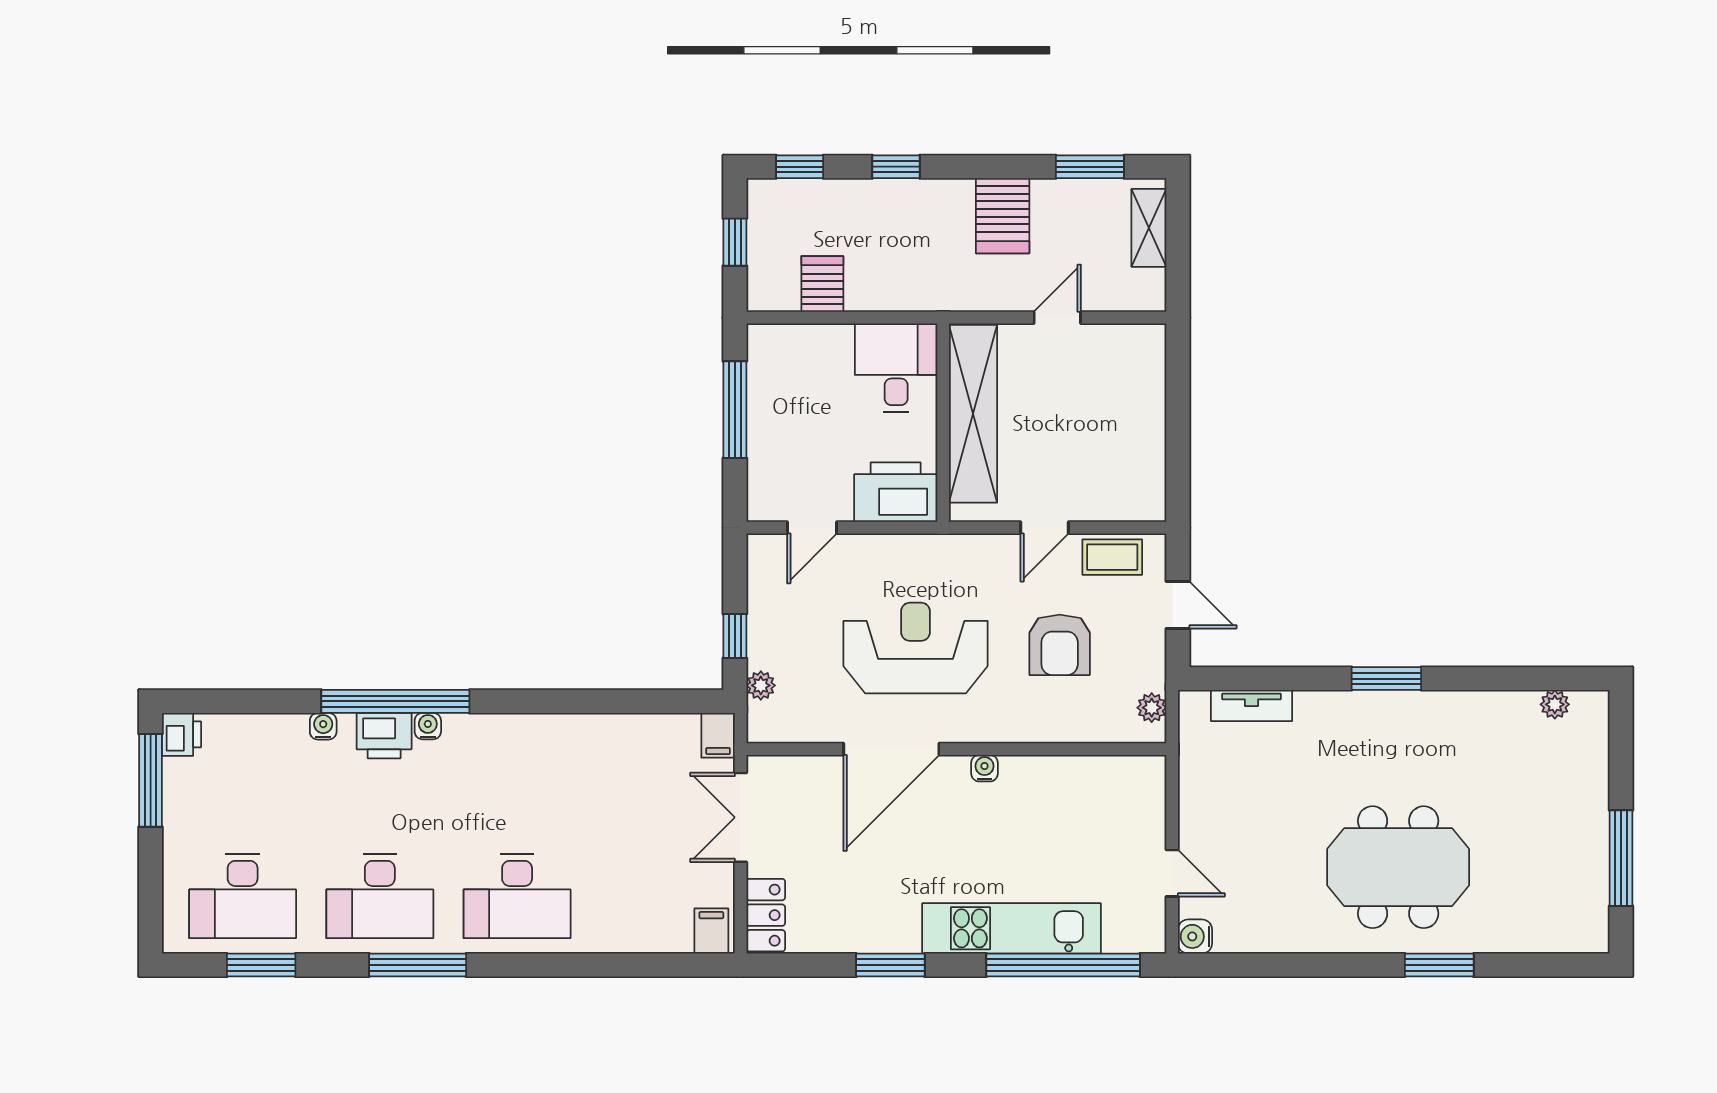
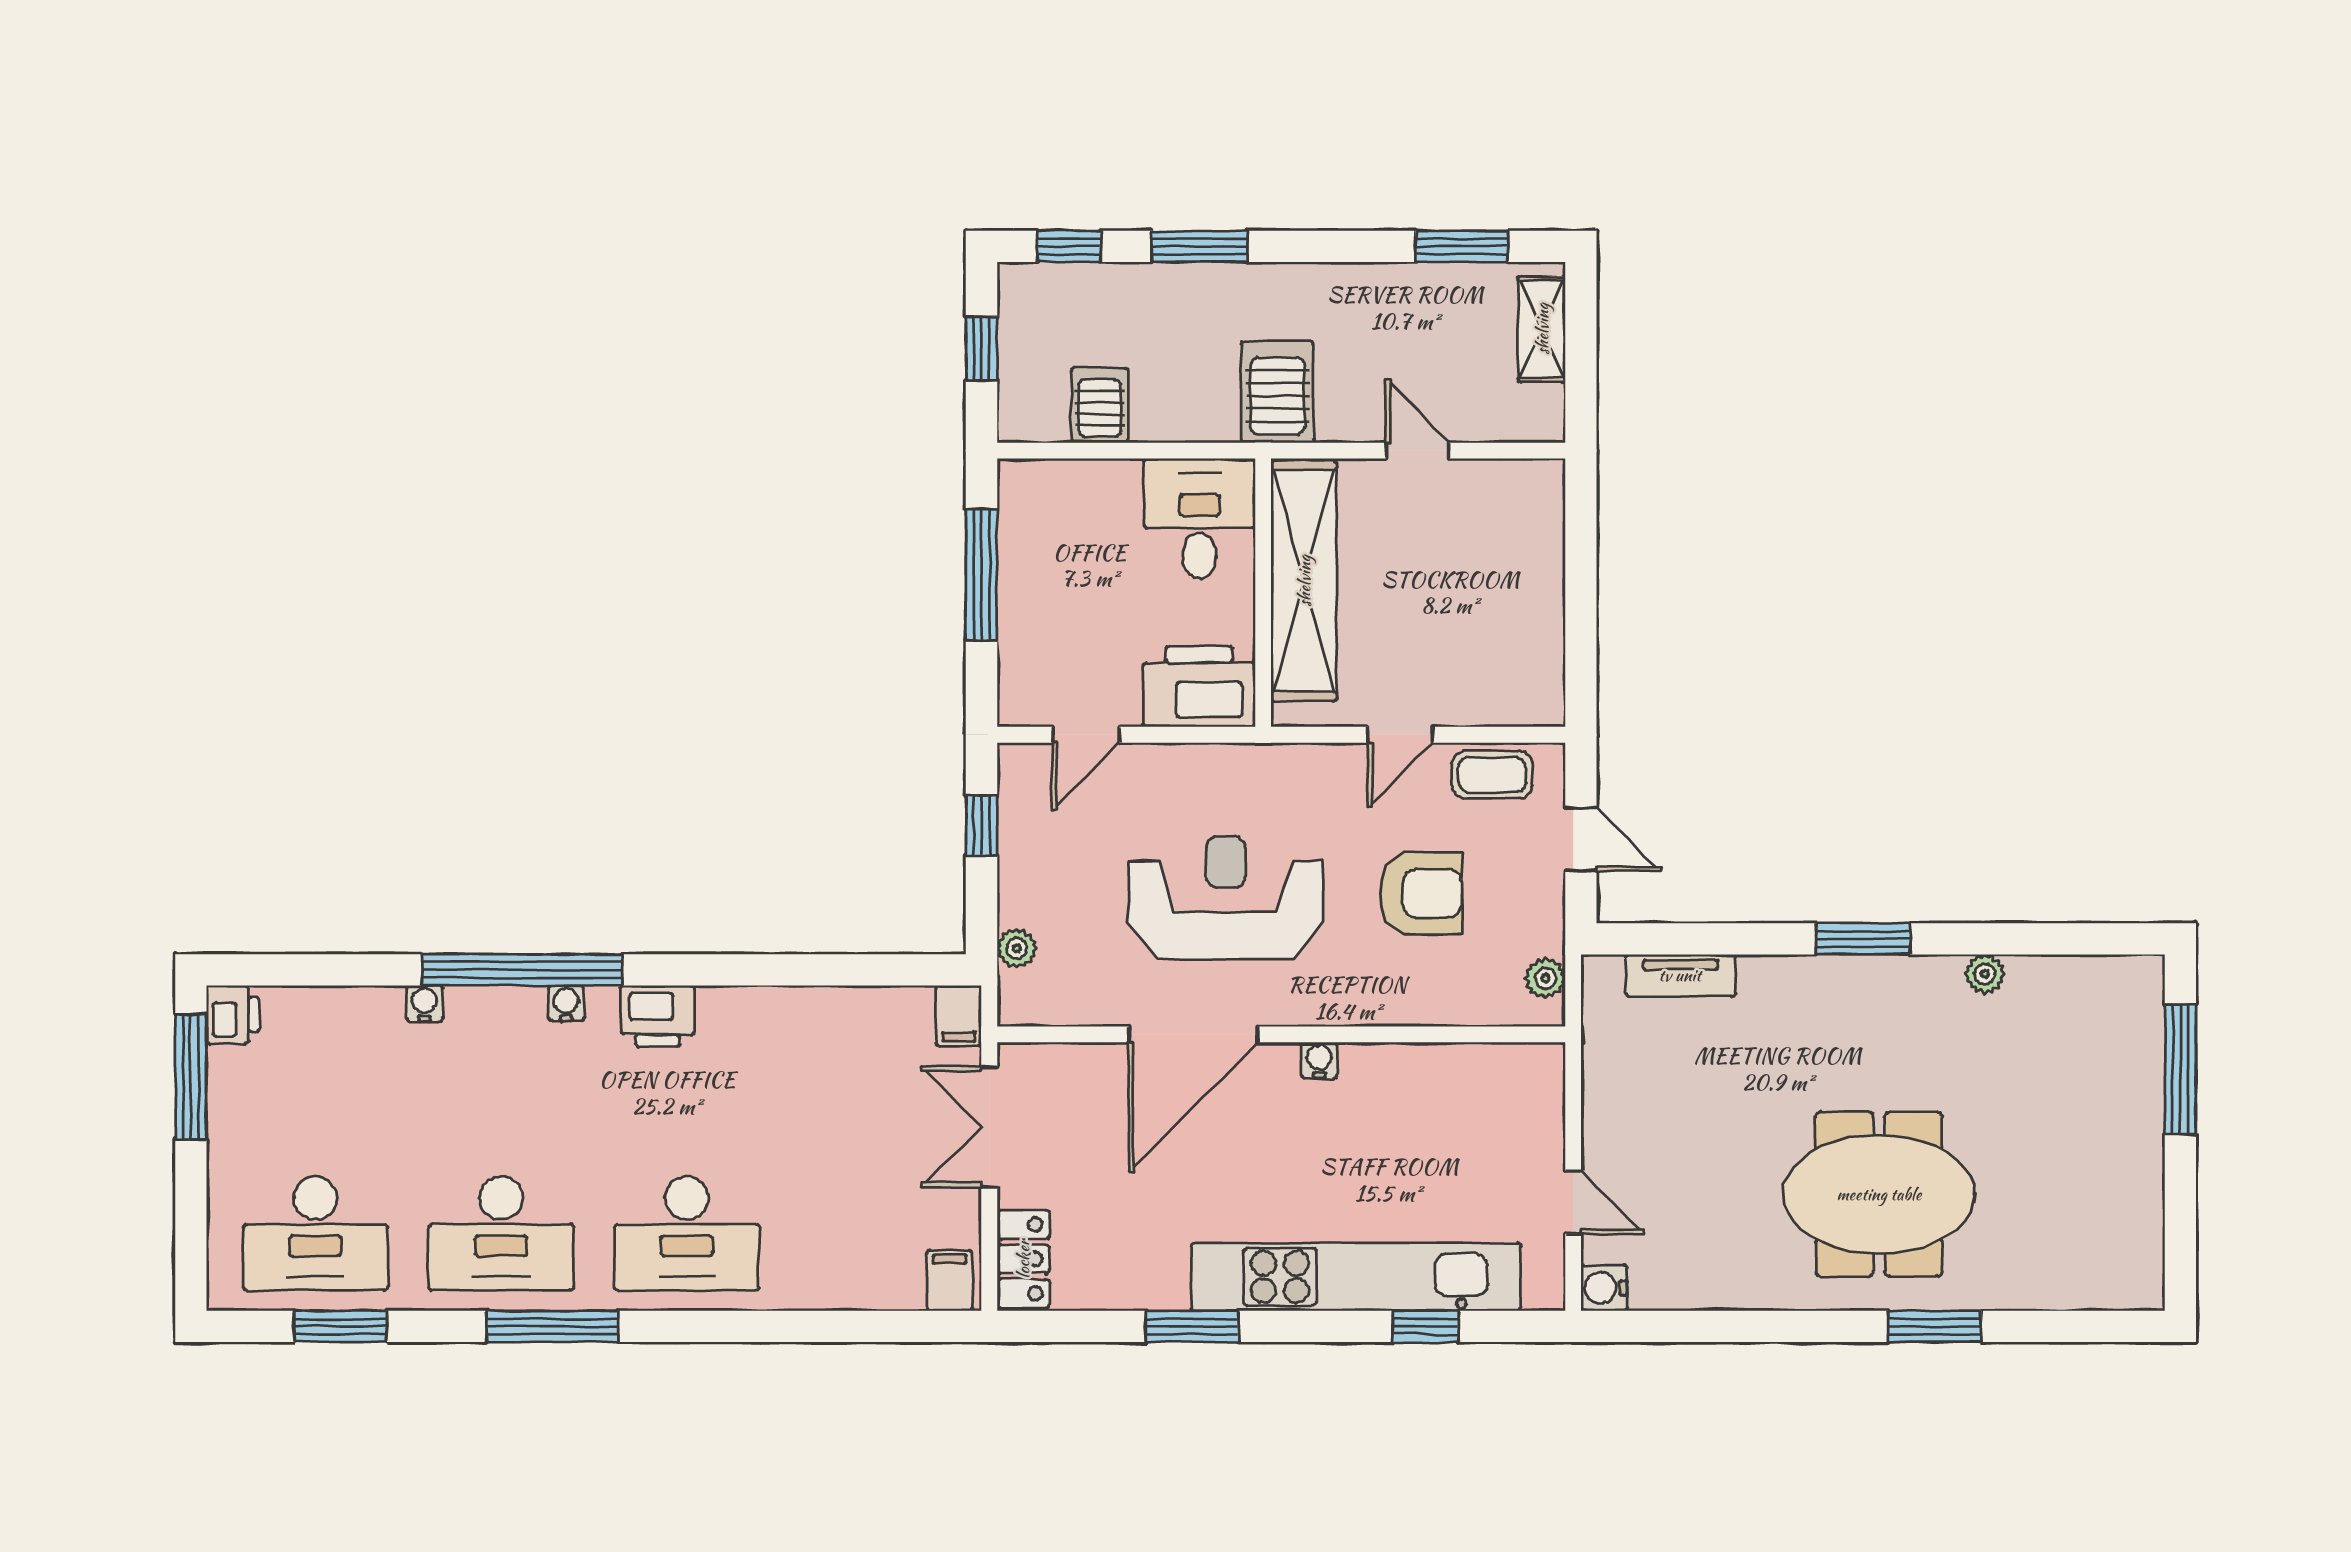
window: (896, 167) -> (1199, 246), width x1.50
server rack: (1003, 216) -> (1277, 392), moved, turned 180
door: (1057, 318) -> (1418, 451), hinge flipped
window: (735, 636) -> (981, 826), moved
armchair: (1060, 645) -> (1421, 893), turned -90
plant: (1555, 704) -> (1985, 974), moved
printer: (384, 736) -> (658, 1016), moved
window: (1621, 858) -> (2180, 1069), moved
kitchen unit: (1012, 928) -> (1356, 1277), width x1.36
window: (1063, 965) -> (1426, 1326), width x0.32

